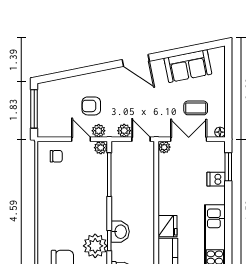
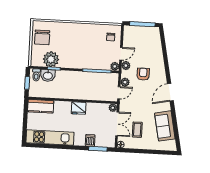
armchair: (91, 106) -> (143, 74), moved
fridge: (168, 226) -> (79, 108), moved
washbasin: (120, 232) -> (48, 75), moved

